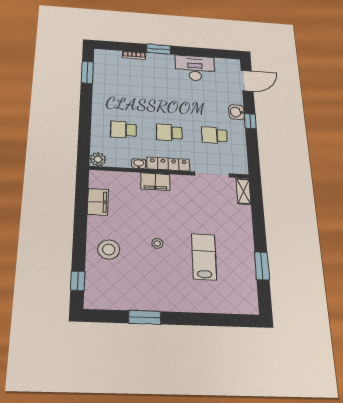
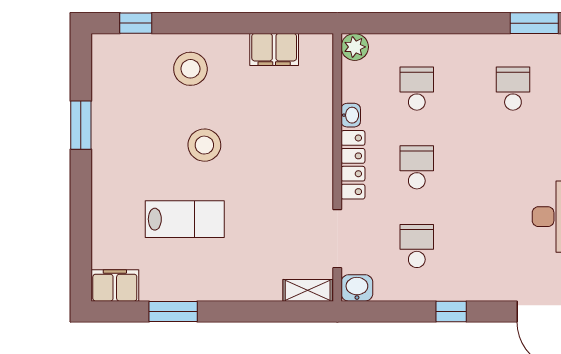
school desk: (124, 85) -> (513, 89), added
washbasin: (237, 112) -> (357, 288), moved
filing cabinet: (155, 182) -> (115, 285), moved, turned 90
stool: (157, 244) -> (204, 145), width x1.89, depth x1.89

